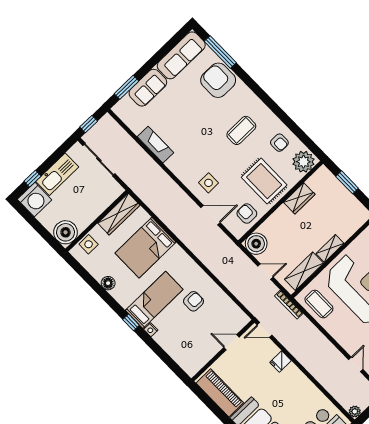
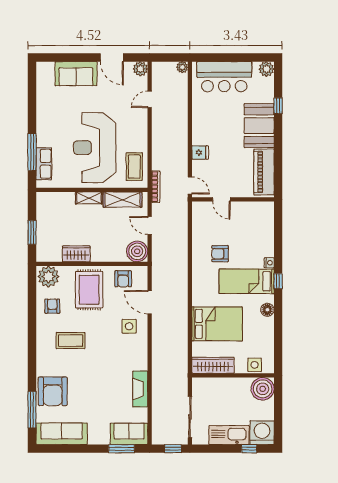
sofa: (148, 88) -> (129, 434), moved
floor lamp: (108, 283) -> (267, 310), moved

